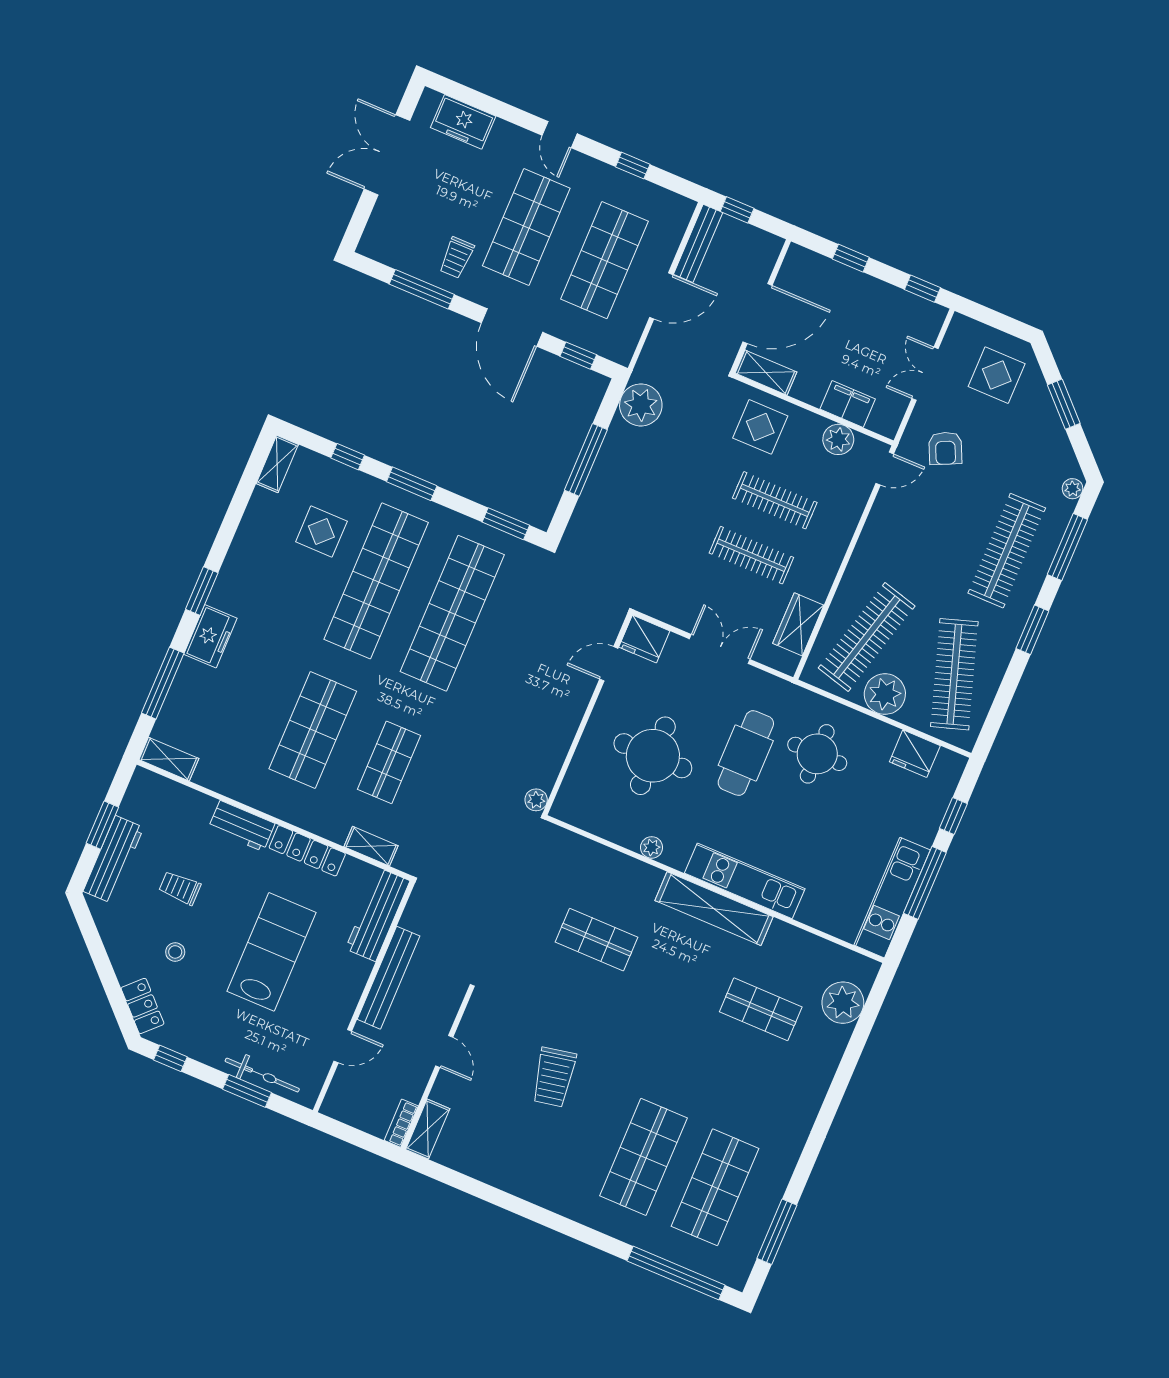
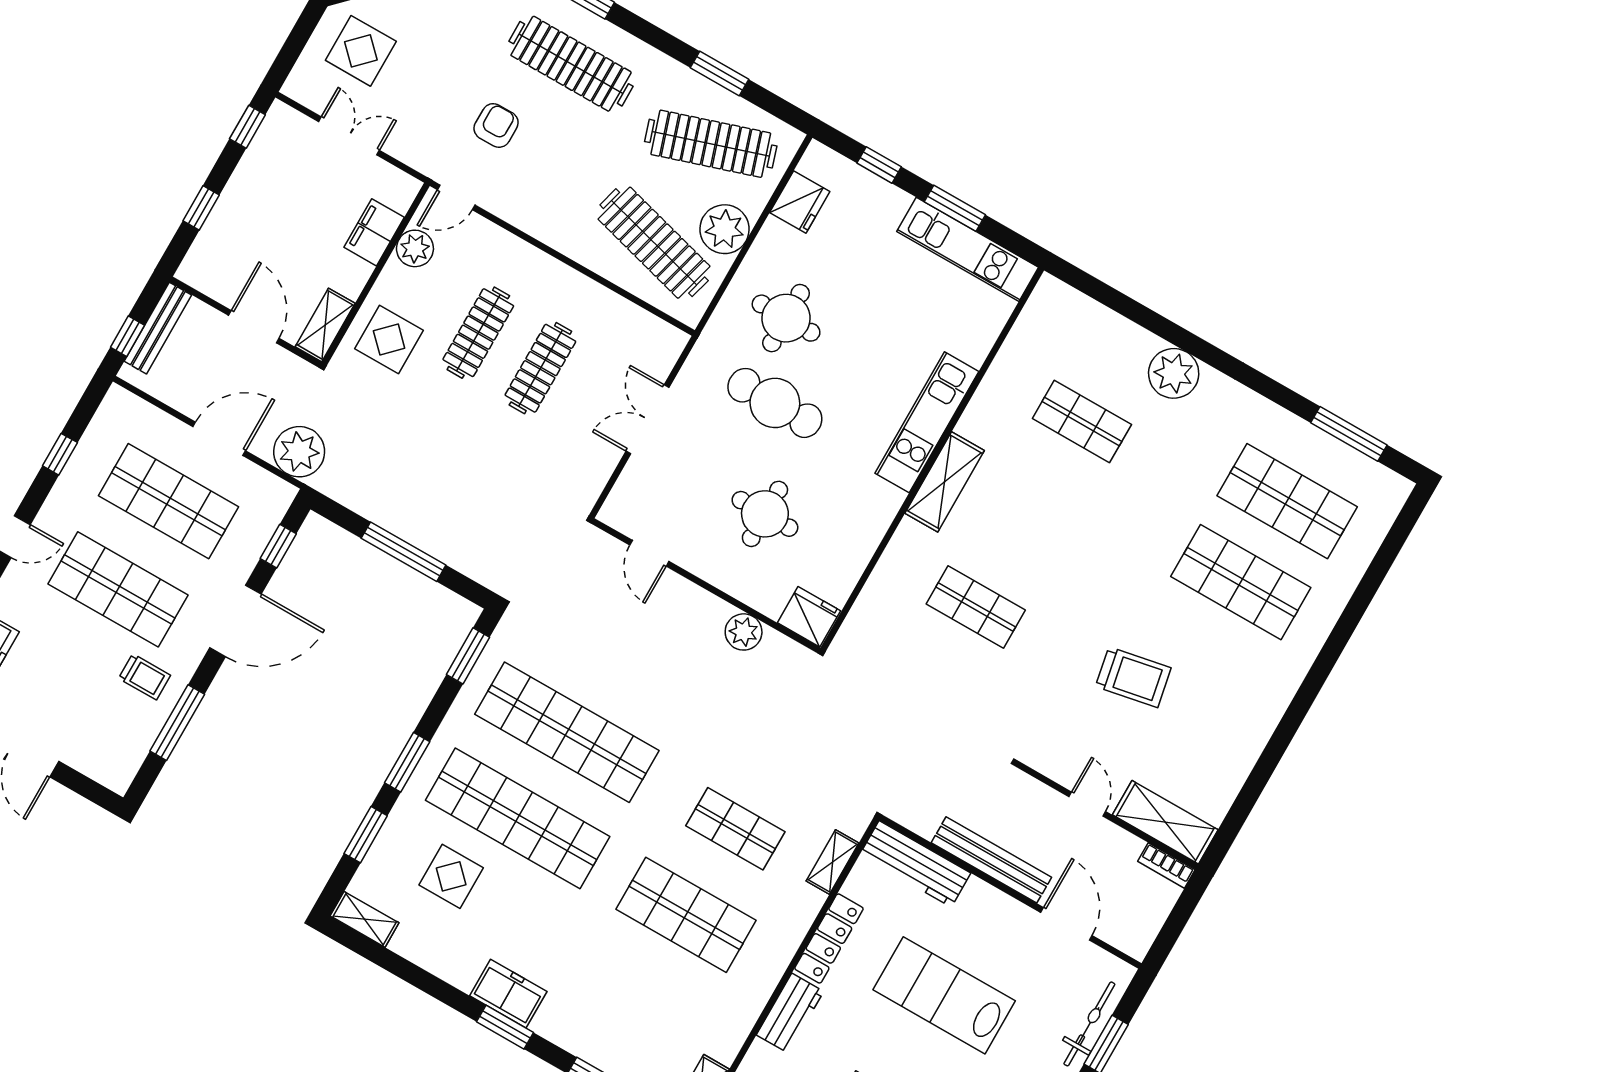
bench: (698, 243) -> (158, 328), moved, turned 90
door: (661, 296) -> (219, 439), hinge flipped
door: (757, 314) -> (254, 327), width x0.73
double door: (925, 374) -> (349, 136), swing flipped
plant: (641, 405) -> (299, 452), moved
armchair: (945, 448) -> (496, 125), moved, turned -65
window: (348, 457) -> (366, 835), width x1.50
door: (885, 469) -> (456, 197), swing flipped
wardrobe: (798, 624) -> (629, 322), removed
window: (1032, 630) -> (720, 74), moved
freezer: (210, 636) -> (508, 994), moved
fridge: (644, 639) -> (809, 617), moved, turned -90
round table: (653, 756) -> (765, 514), width x0.73, depth x0.73
plant: (536, 800) -> (744, 632), moved, width x1.38, depth x1.38
plant: (652, 847) -> (874, 528), removed
window: (925, 883) -> (955, 208), width x0.69
shelving: (714, 909) -> (945, 482), width x0.68
shop shelf: (596, 940) -> (976, 607), turned 90
plant: (843, 1003) -> (1174, 373), moved
shop shelf: (761, 1009) -> (1082, 422), turned 90
door: (343, 1046) -> (1066, 924), width x1.38
door: (444, 1052) -> (1087, 804), hinge flipped
shelving: (428, 1129) -> (1165, 822), width x1.50, depth x1.33
window: (676, 1273) -> (1384, 560), removed

